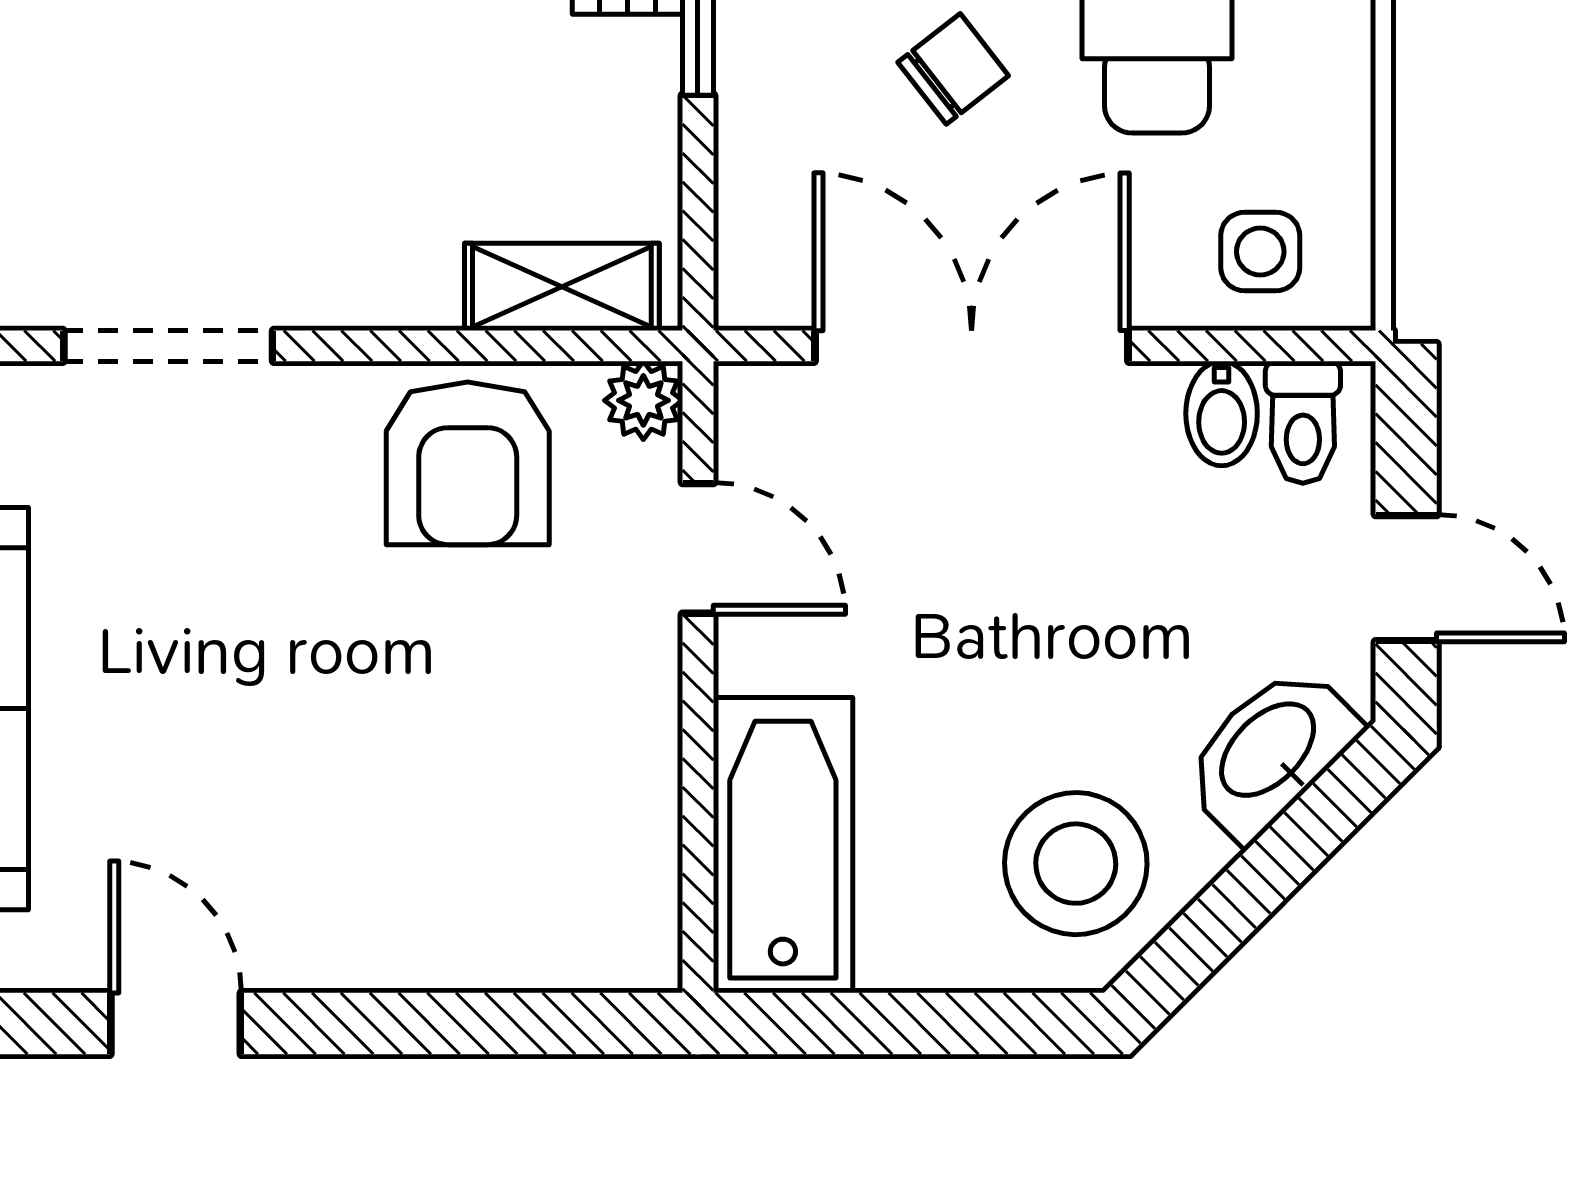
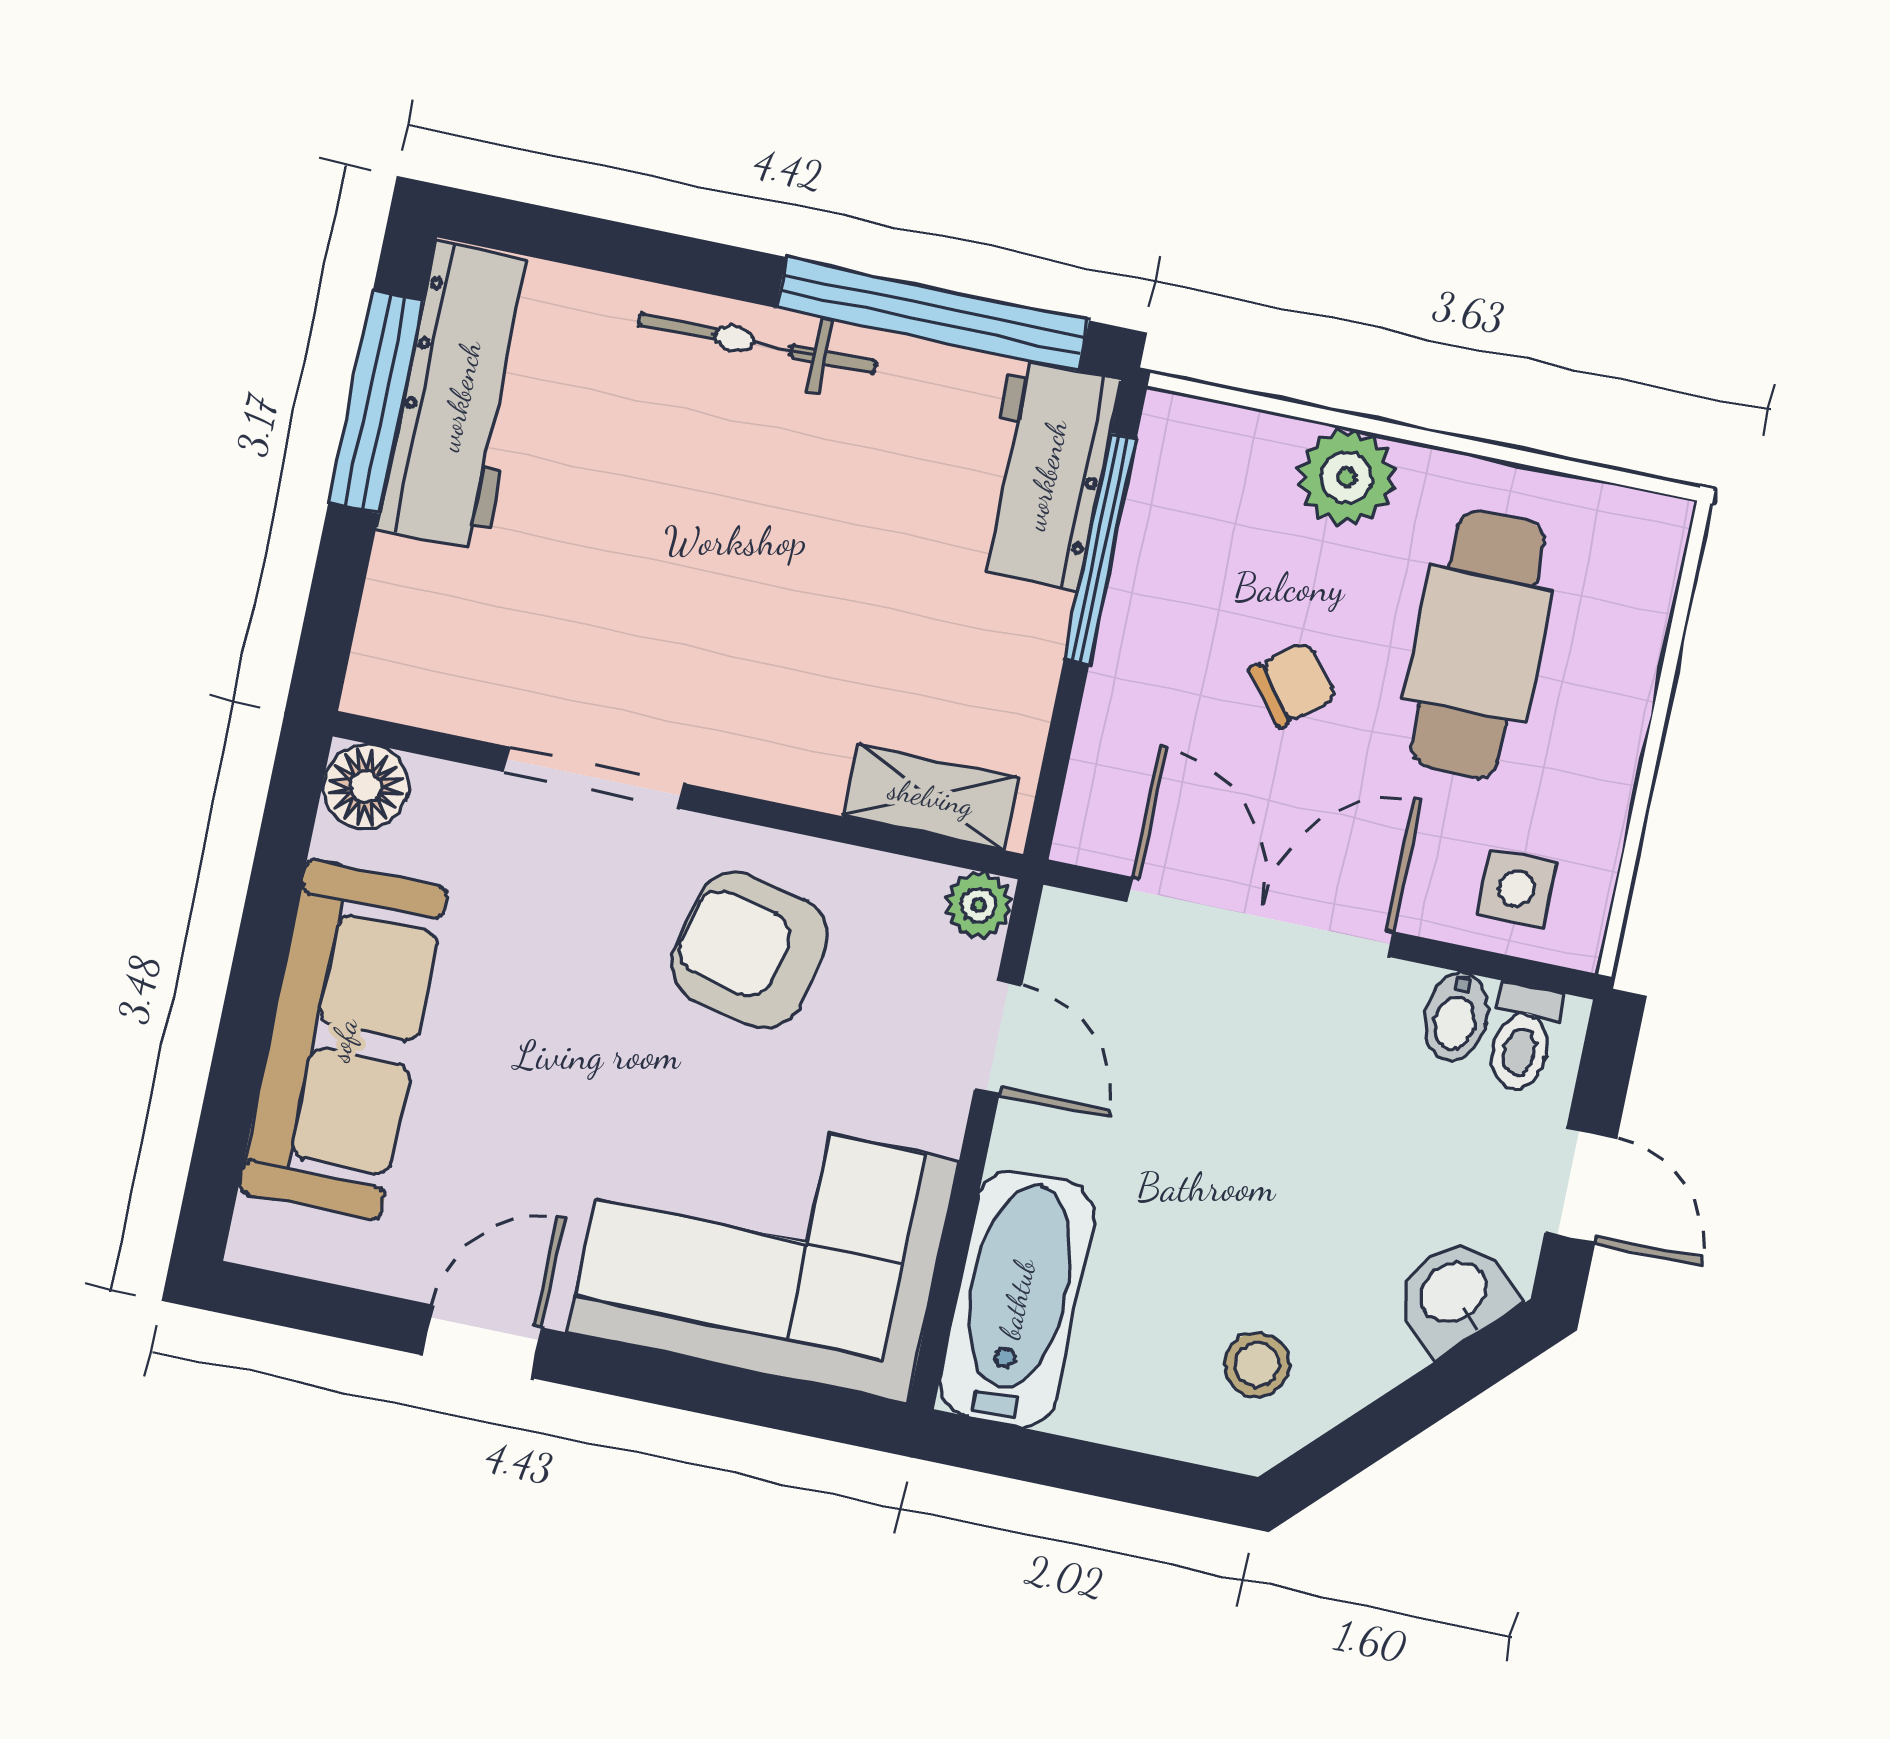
armchair: (468, 463) -> (750, 950), moved, turned 103
washbasin: (1270, 752) -> (1455, 1294), width x0.72
corner sofa: (477, 846) -> (763, 1246), added
stool: (1076, 864) -> (1257, 1365), width x0.53, depth x0.53
door: (176, 1023) -> (482, 1341), hinge flipped

